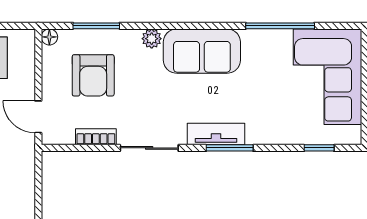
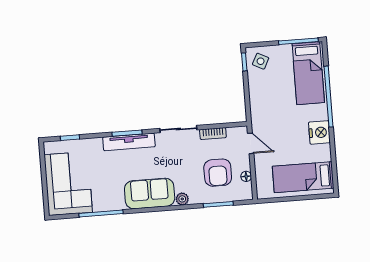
floor lamp: (49, 37) -> (246, 176), moved
armchair: (93, 75) -> (218, 173), turned 180
tv unit: (216, 134) -> (129, 142), width x1.41

